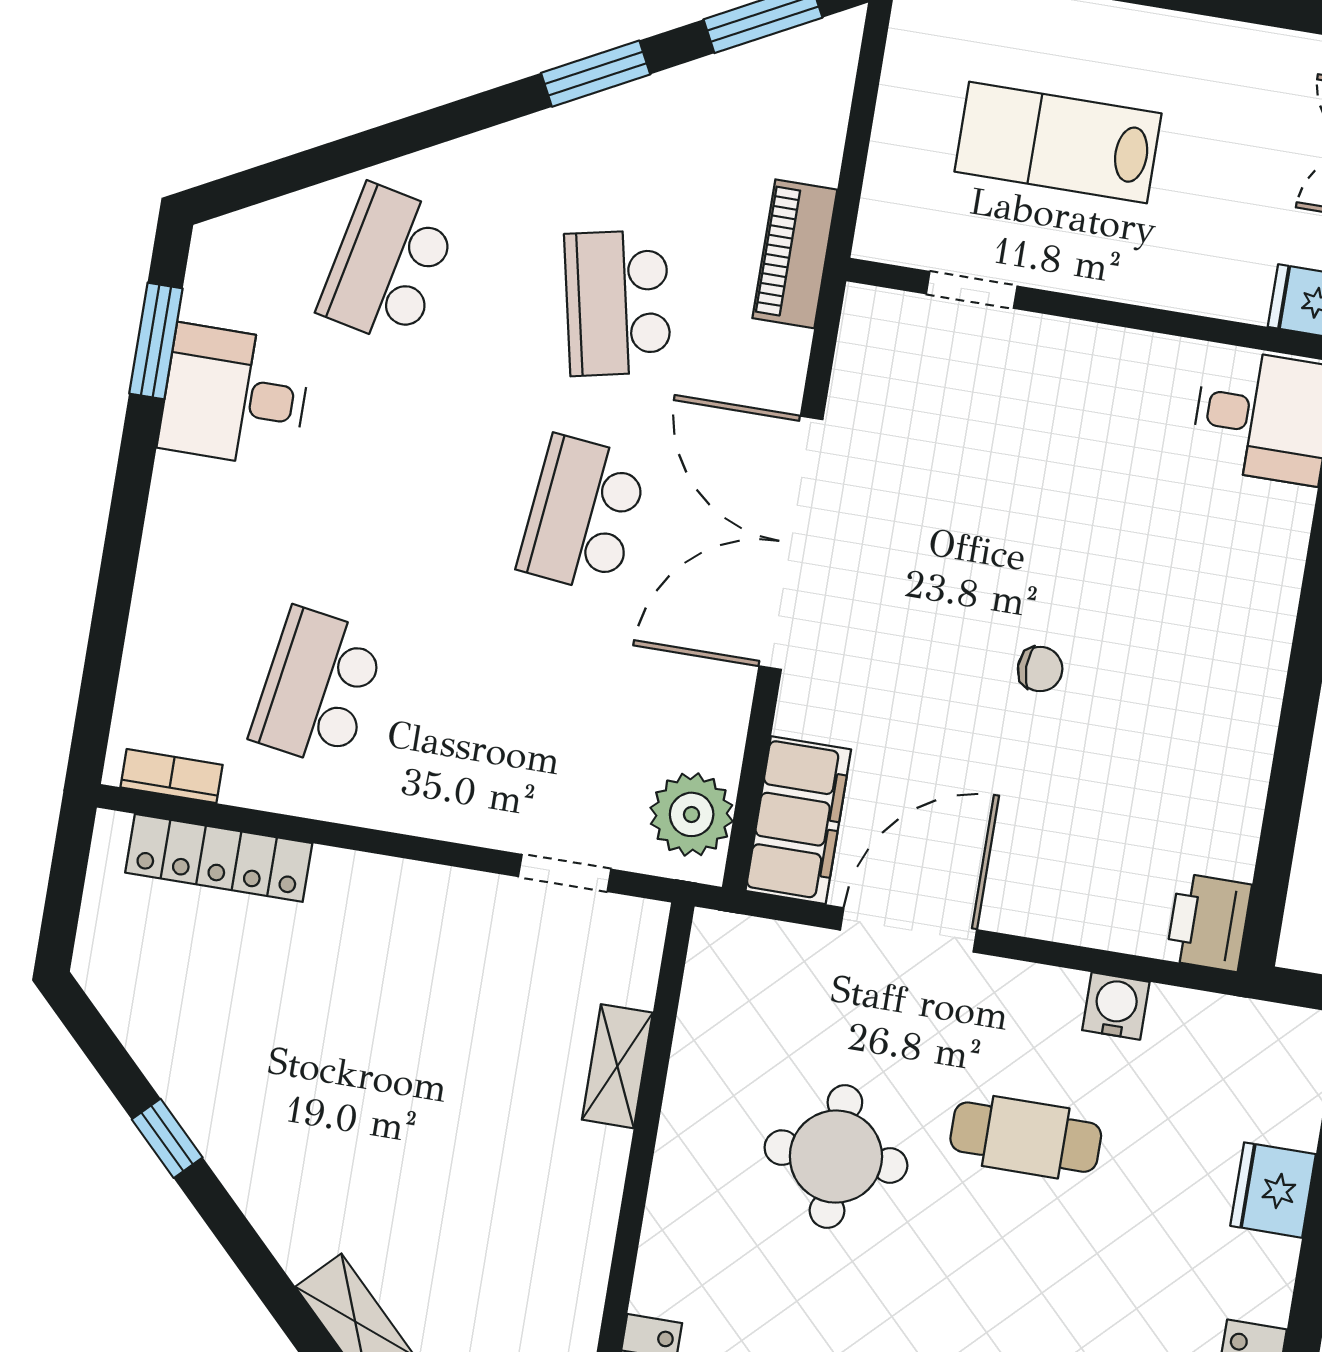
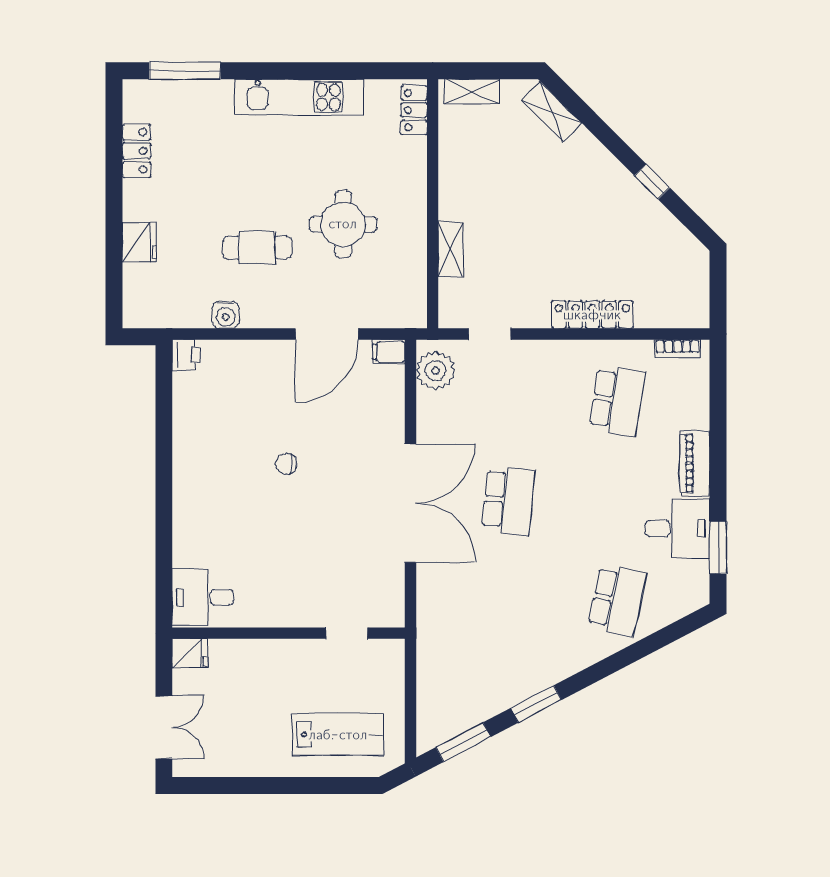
lab bench: (1058, 142) -> (338, 735), moved
piano: (795, 254) -> (695, 463), moved, turned 180
school desk: (618, 303) -> (508, 600), removed
filing cabinet: (798, 820) -> (389, 352), width x0.33, depth x0.86
locker: (219, 858) -> (592, 315), moved
printer: (1209, 922) -> (186, 355), width x0.73, depth x0.81

